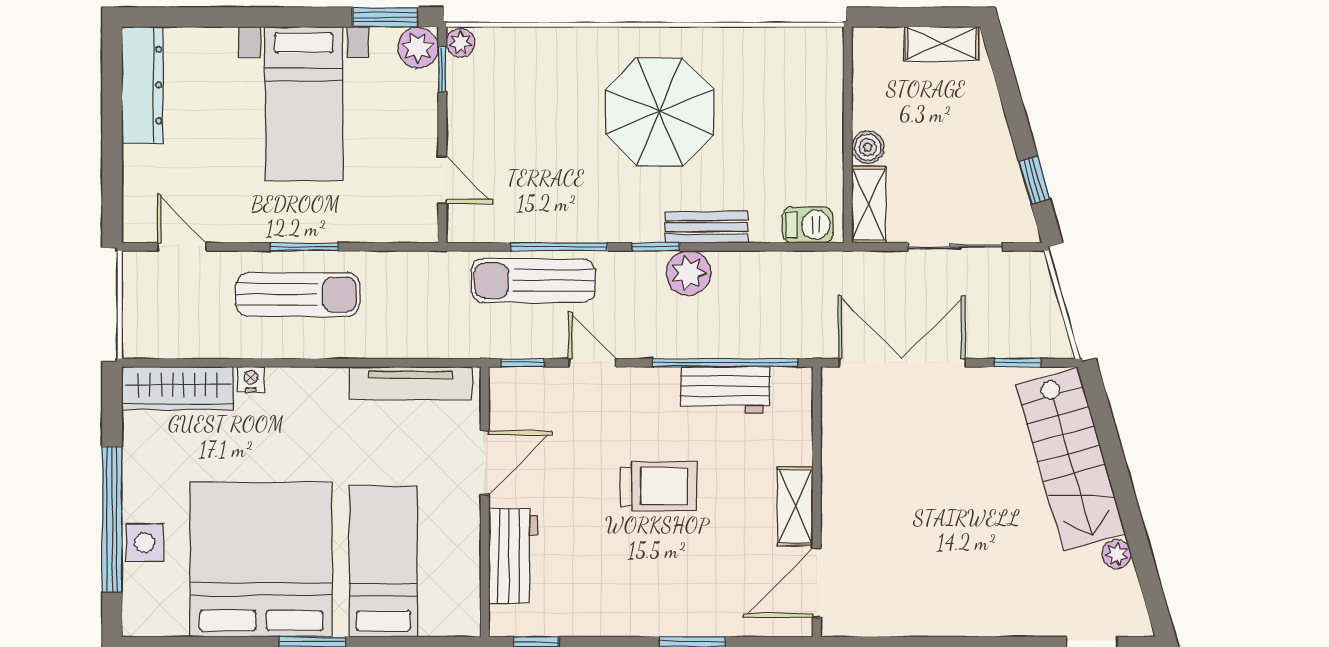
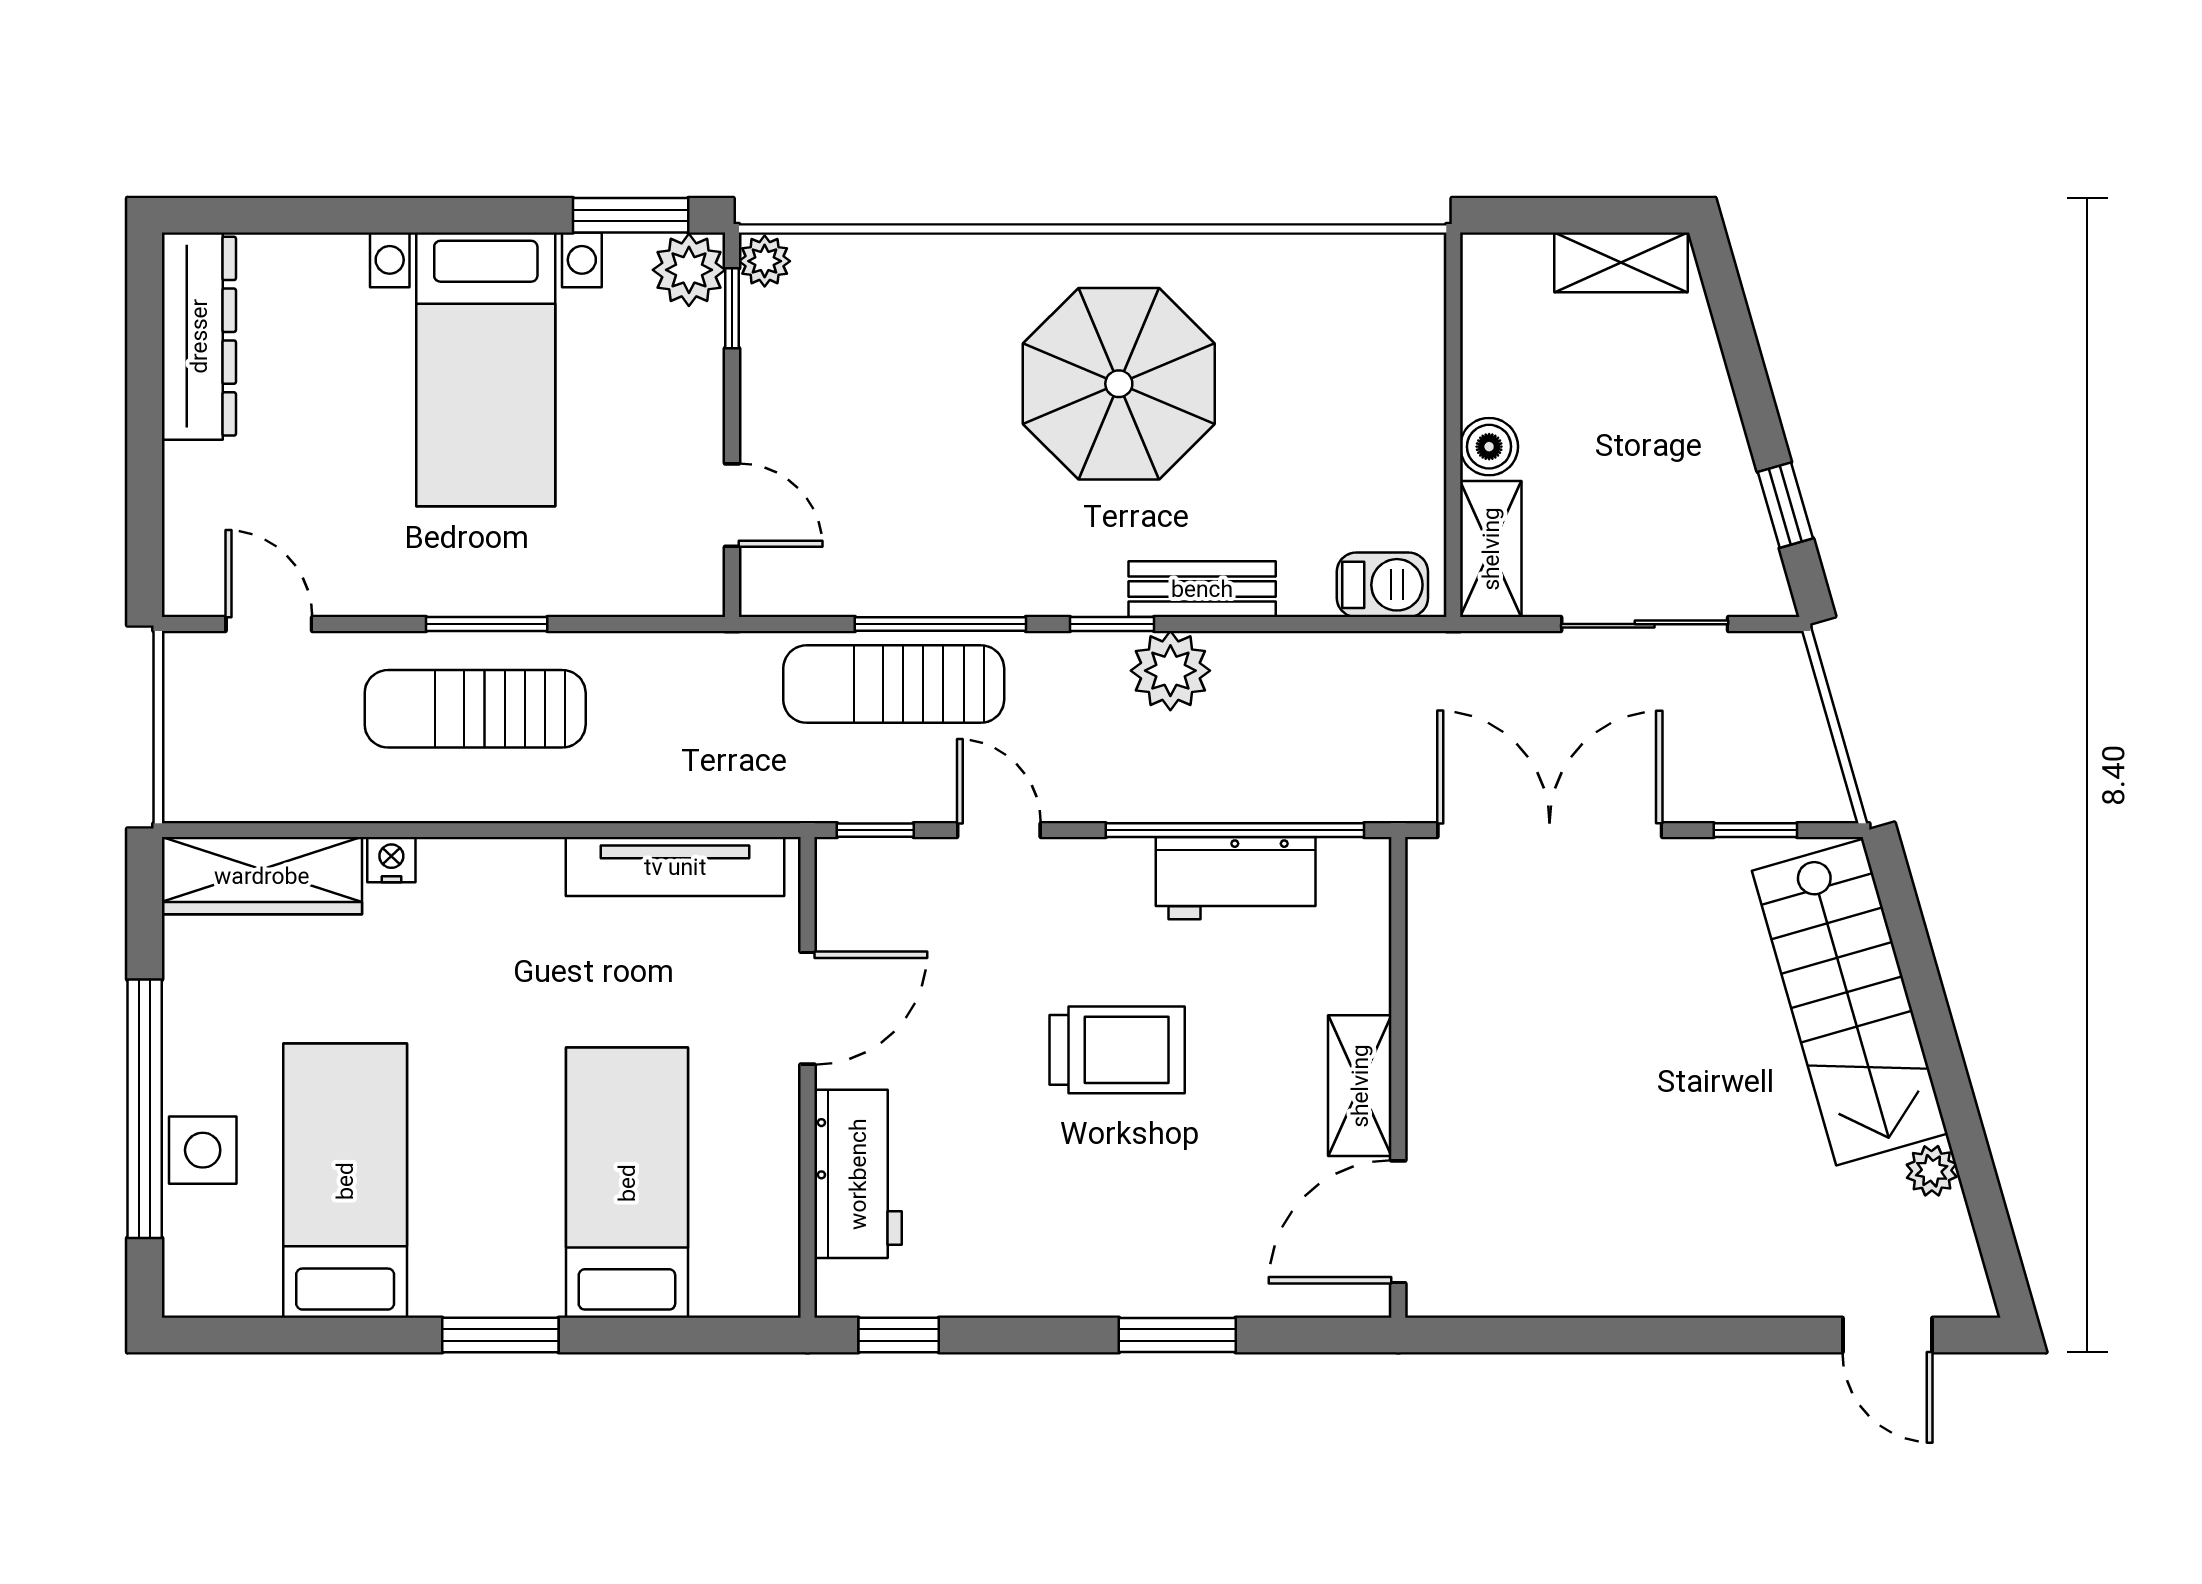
sun lounger: (298, 294) -> (475, 709), turned 180
bed: (261, 560) -> (345, 1181), width x0.49

